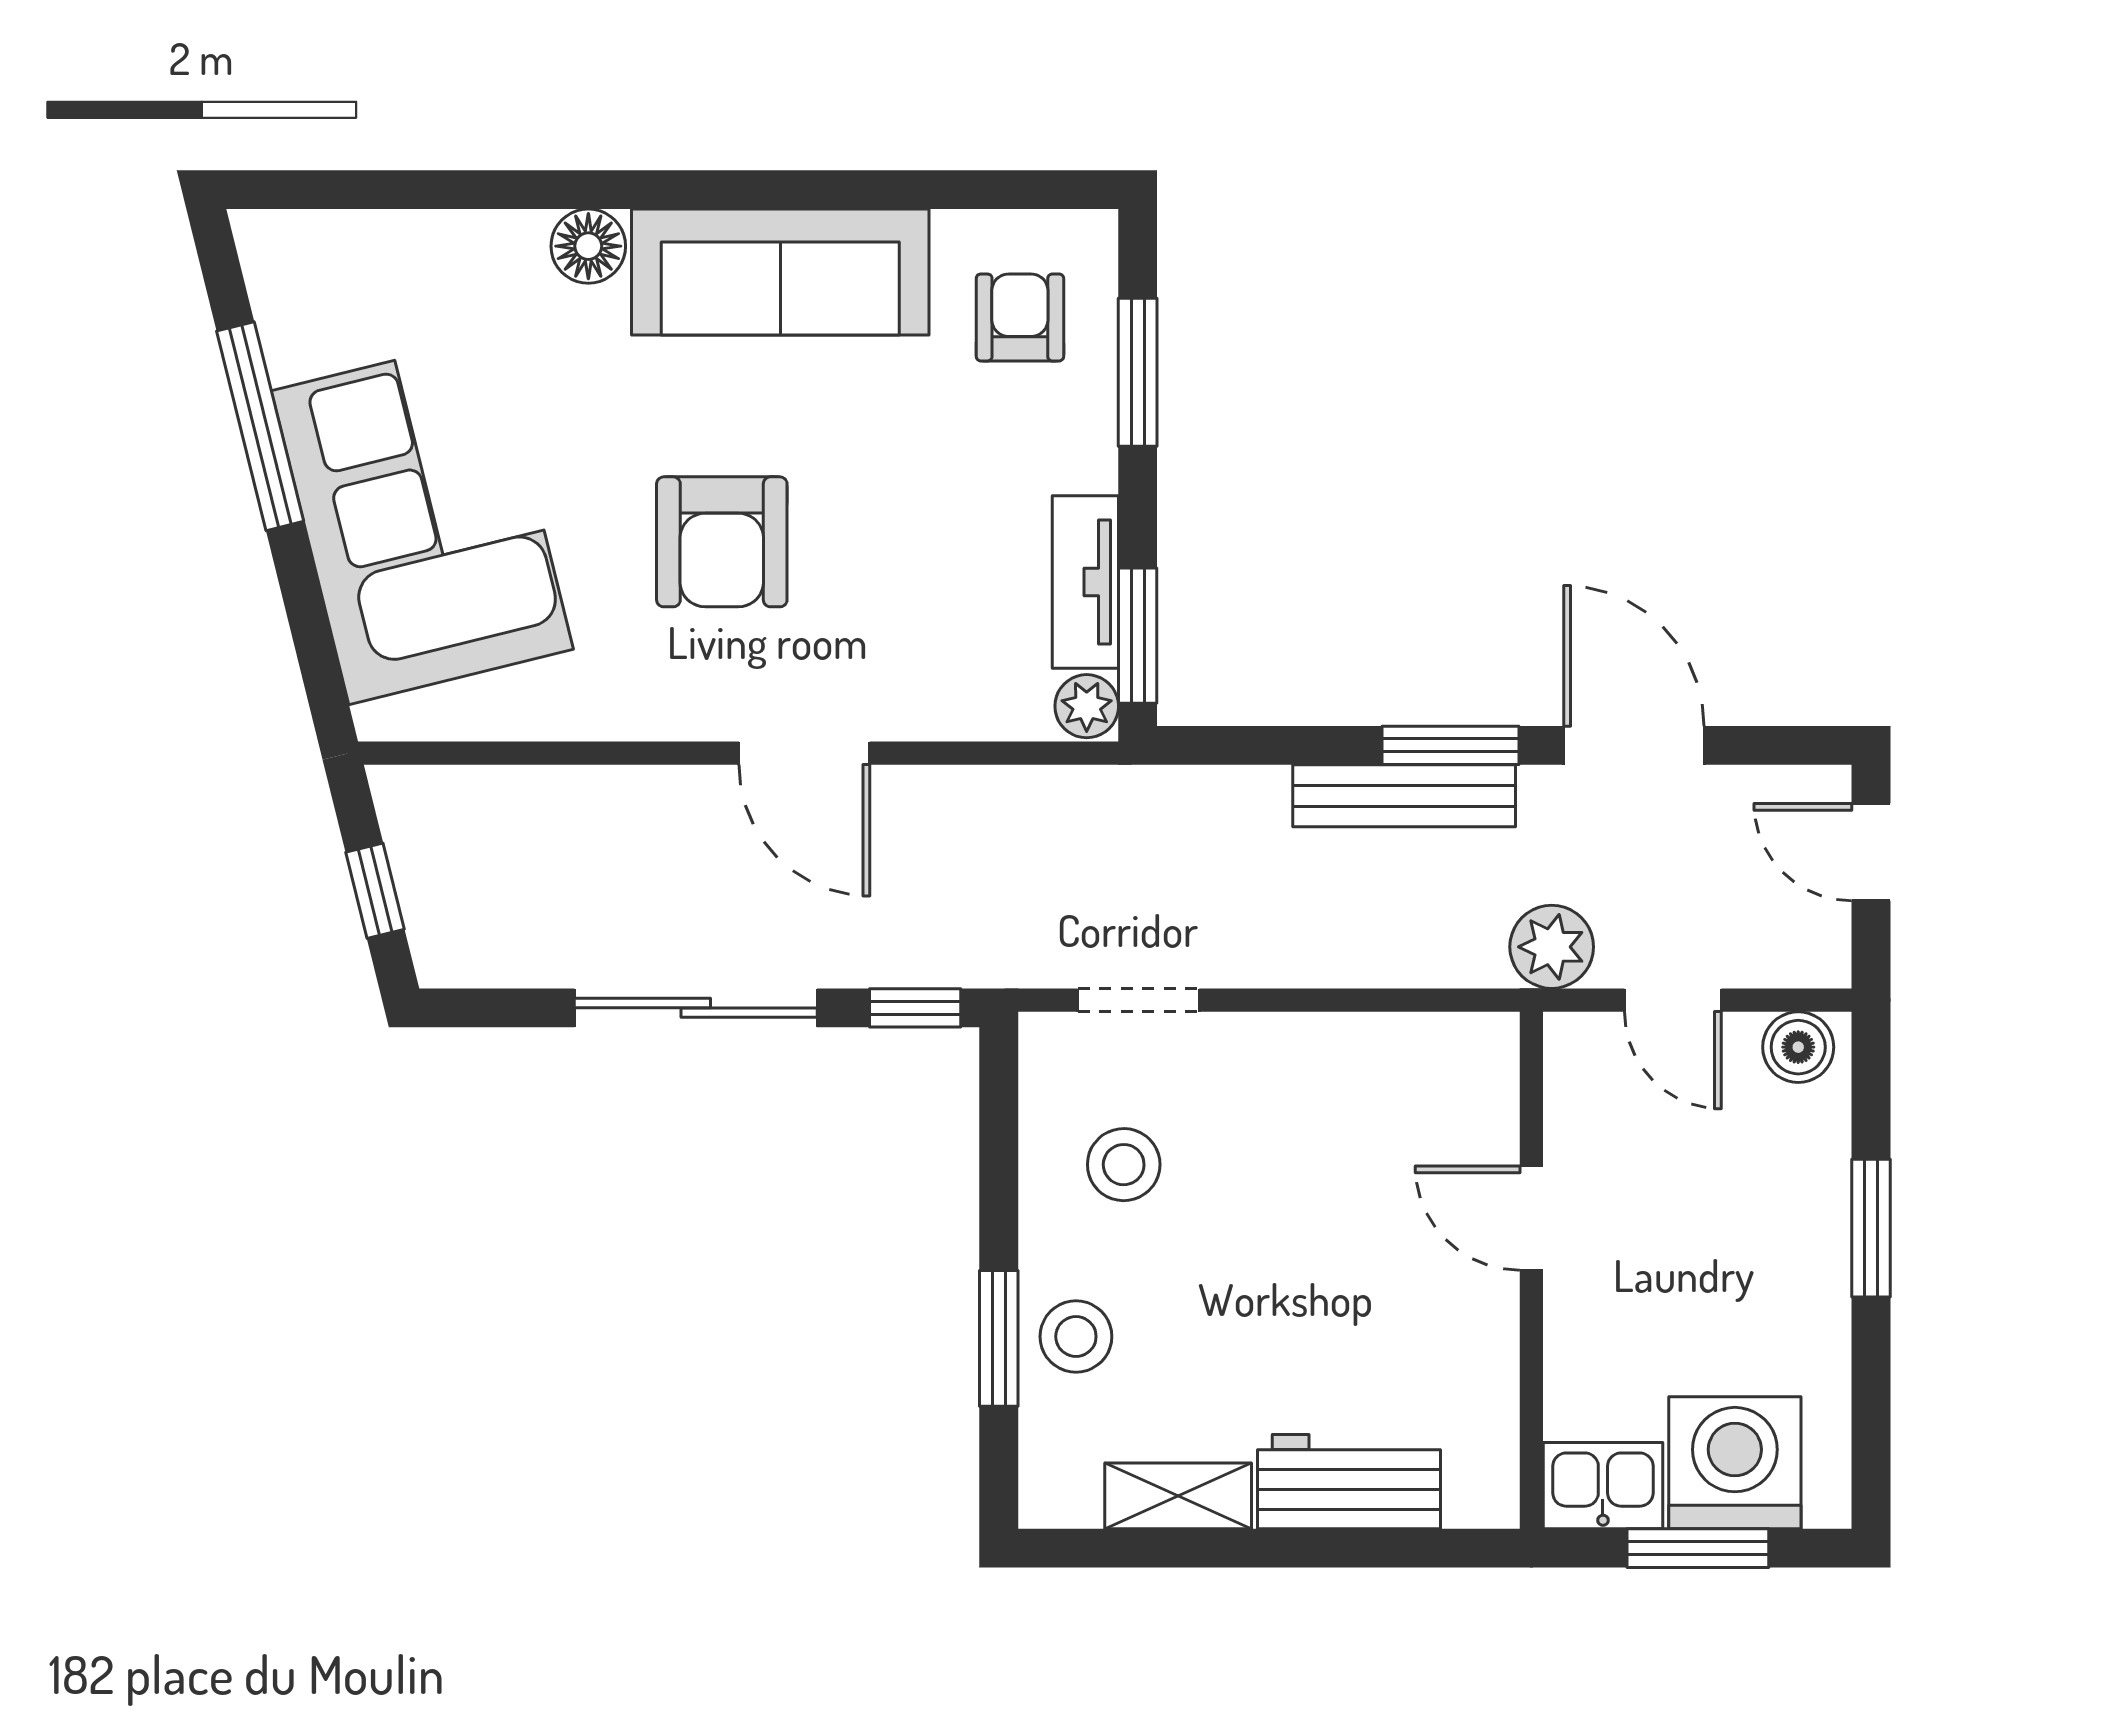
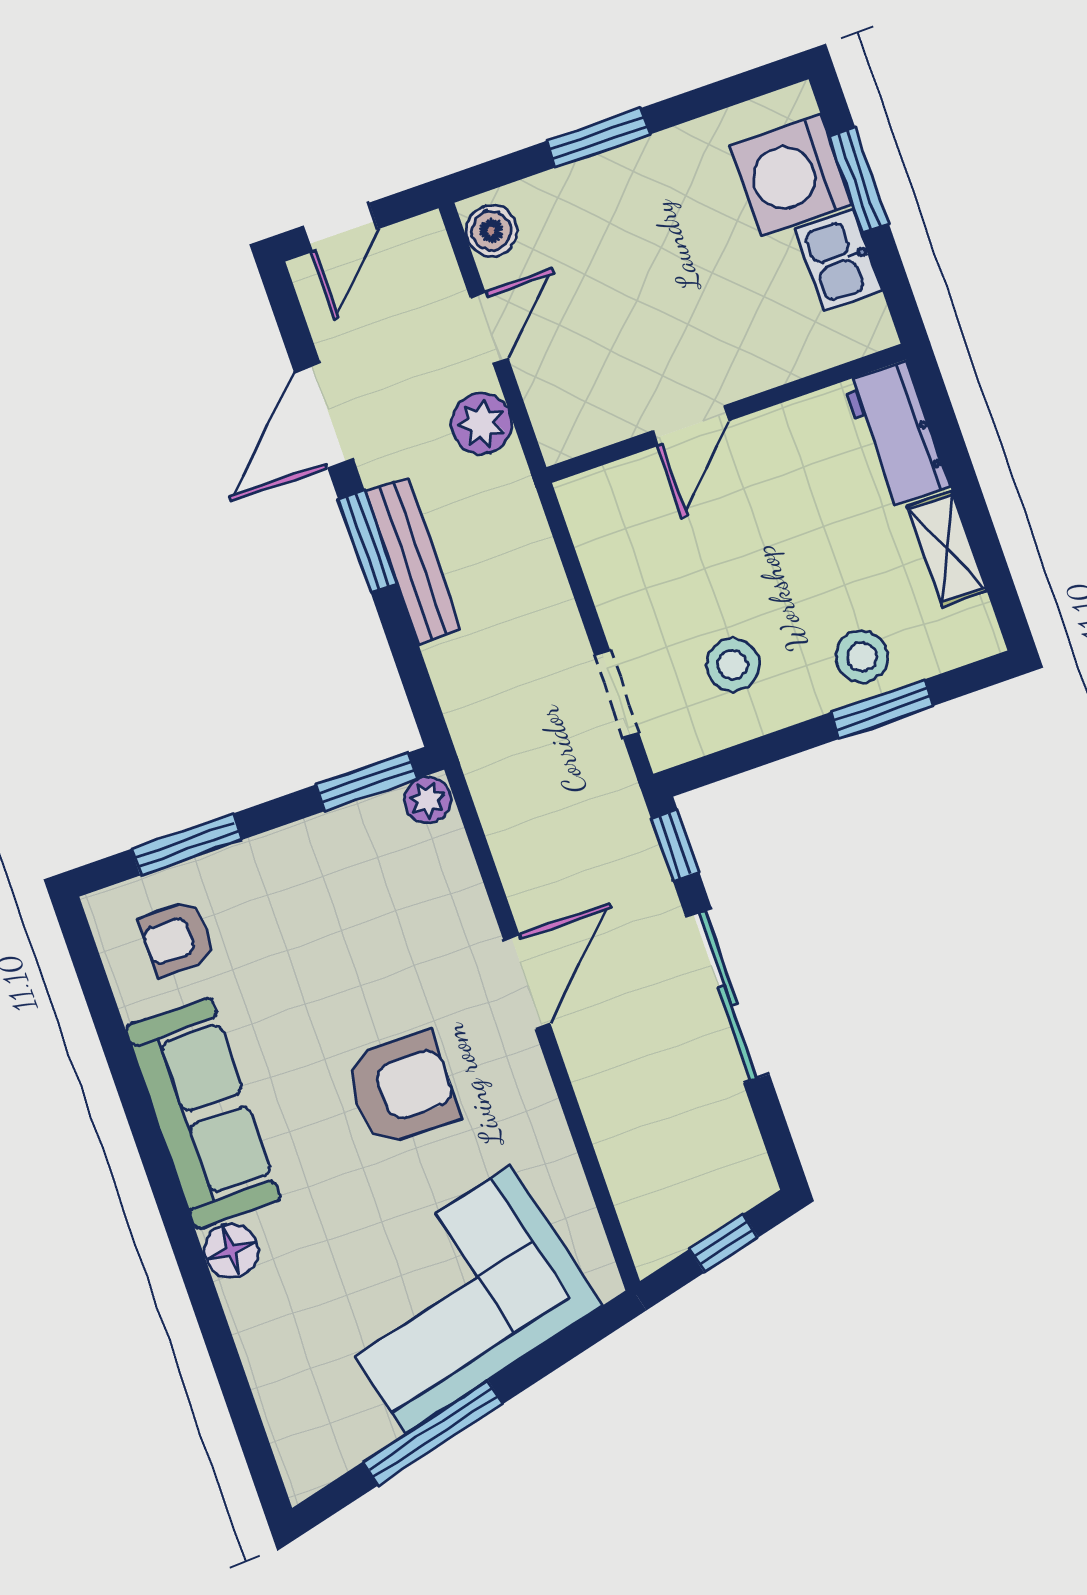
tv unit: (1085, 582) -> (343, 830), removed
door: (1531, 1218) -> (691, 426), moved
wall: (1531, 1270) -> (726, 413), moved

